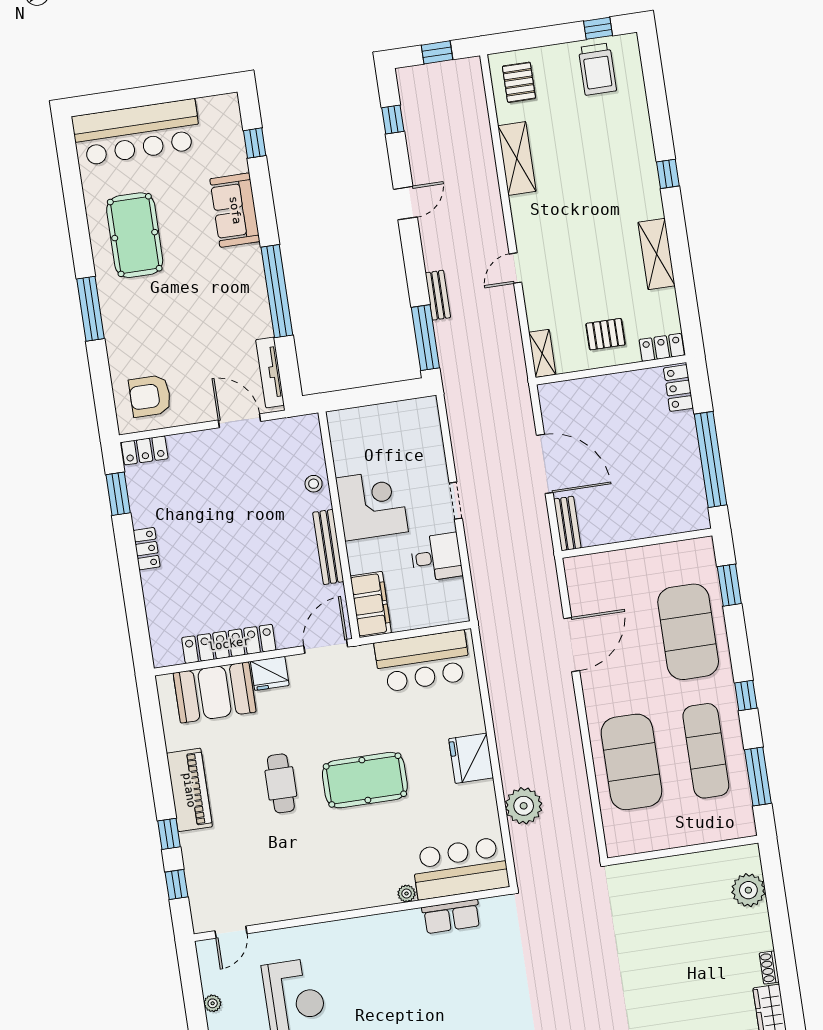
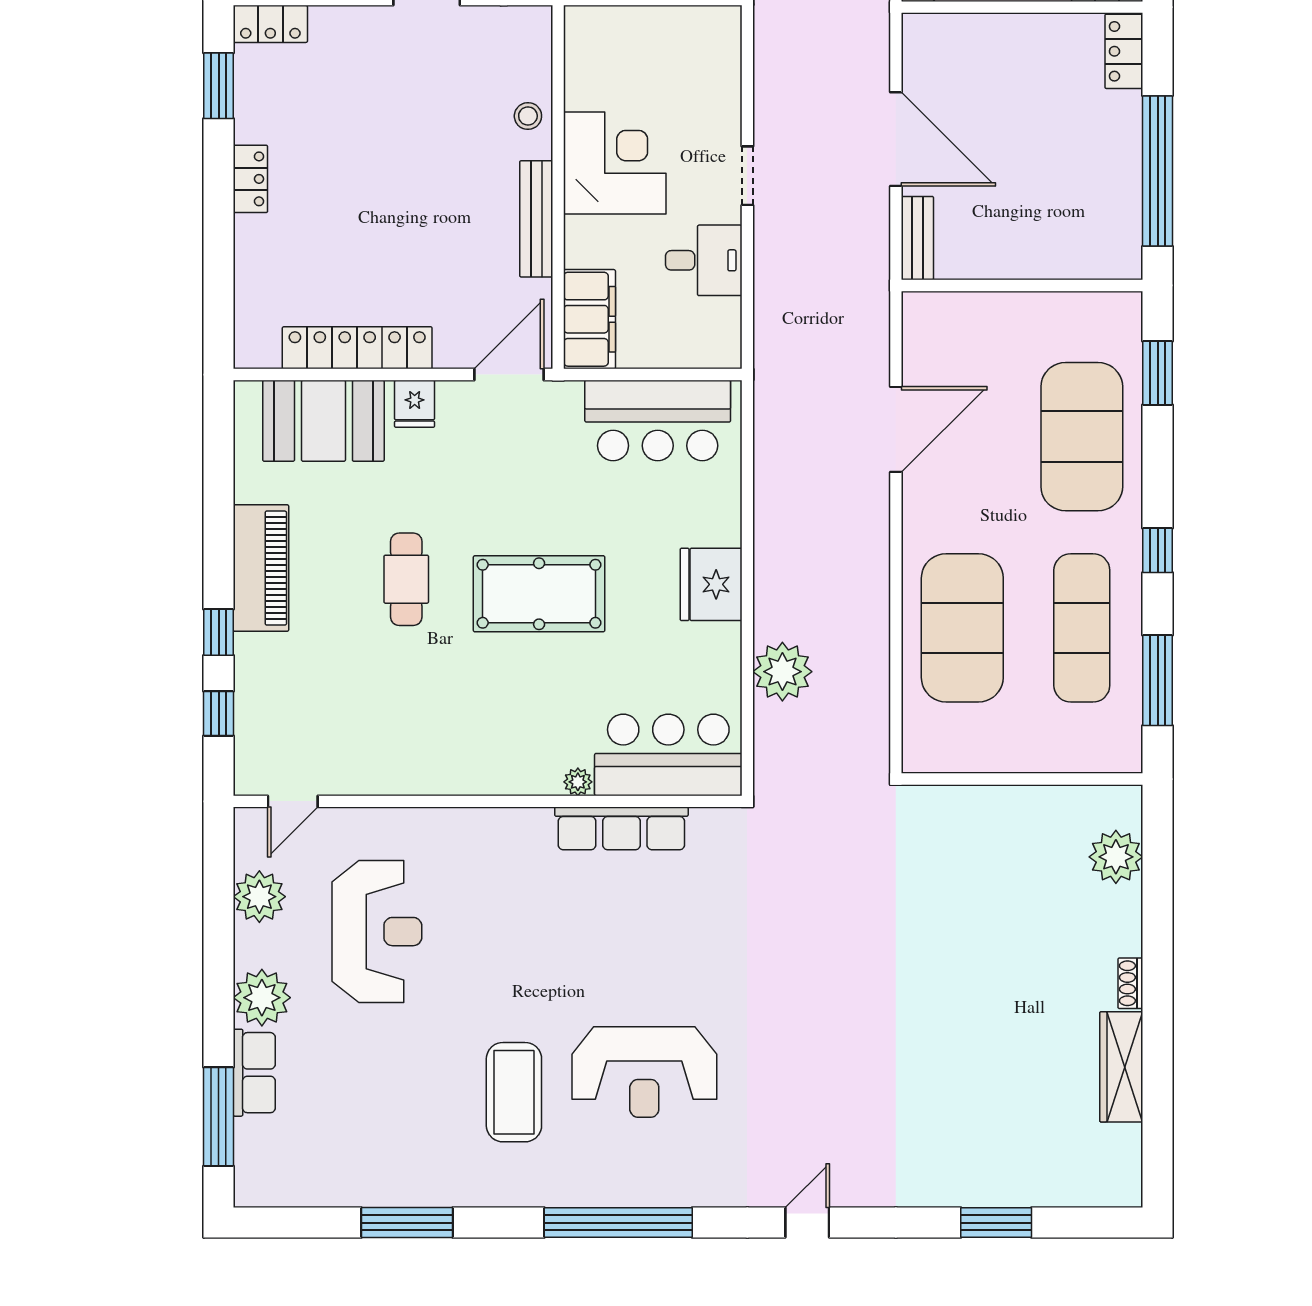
fridge: (270, 673) -> (415, 404), width x0.72
row of seats: (451, 916) -> (621, 828), width x1.48
plant: (213, 1003) -> (259, 897), width x1.88, depth x1.88

